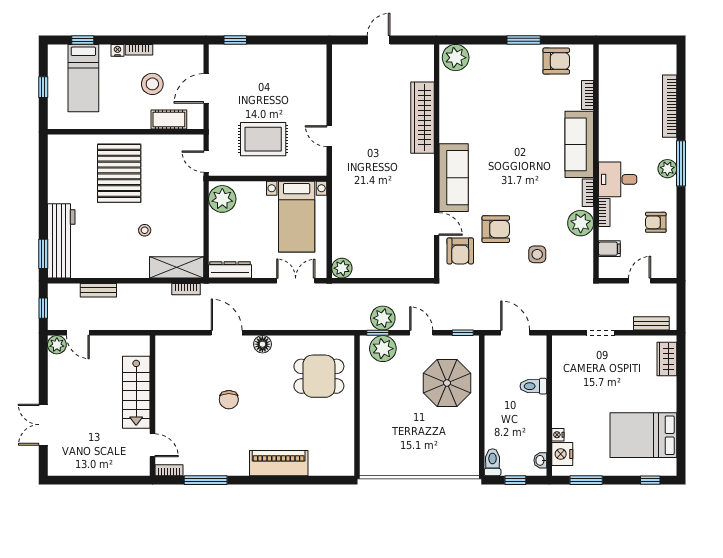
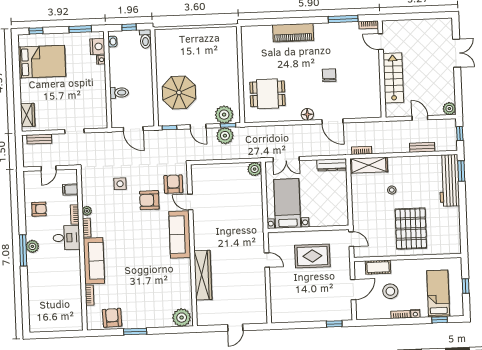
armchair: (556, 61) -> (112, 318), turned 88
bookcase: (670, 106) -> (33, 290), removed
plant: (222, 199) -> (339, 214), removed
plant: (581, 223) -> (87, 211), width x0.53, depth x0.53
door: (78, 333) -> (420, 118), moved

